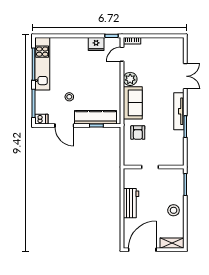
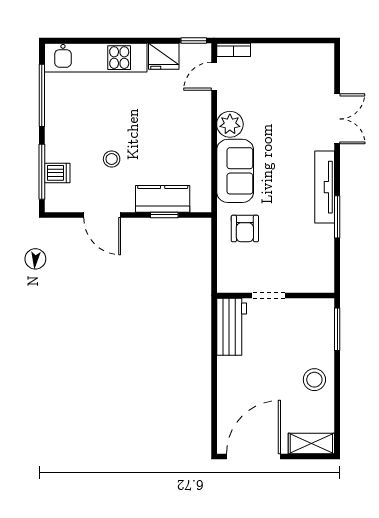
kitchen unit: (42, 64) -> (96, 58), moved, turned 90
kitchen counter: (96, 117) -> (163, 199), width x0.67
dishwasher: (41, 119) -> (57, 173), moved
workbench: (131, 203) -> (232, 327), moved

